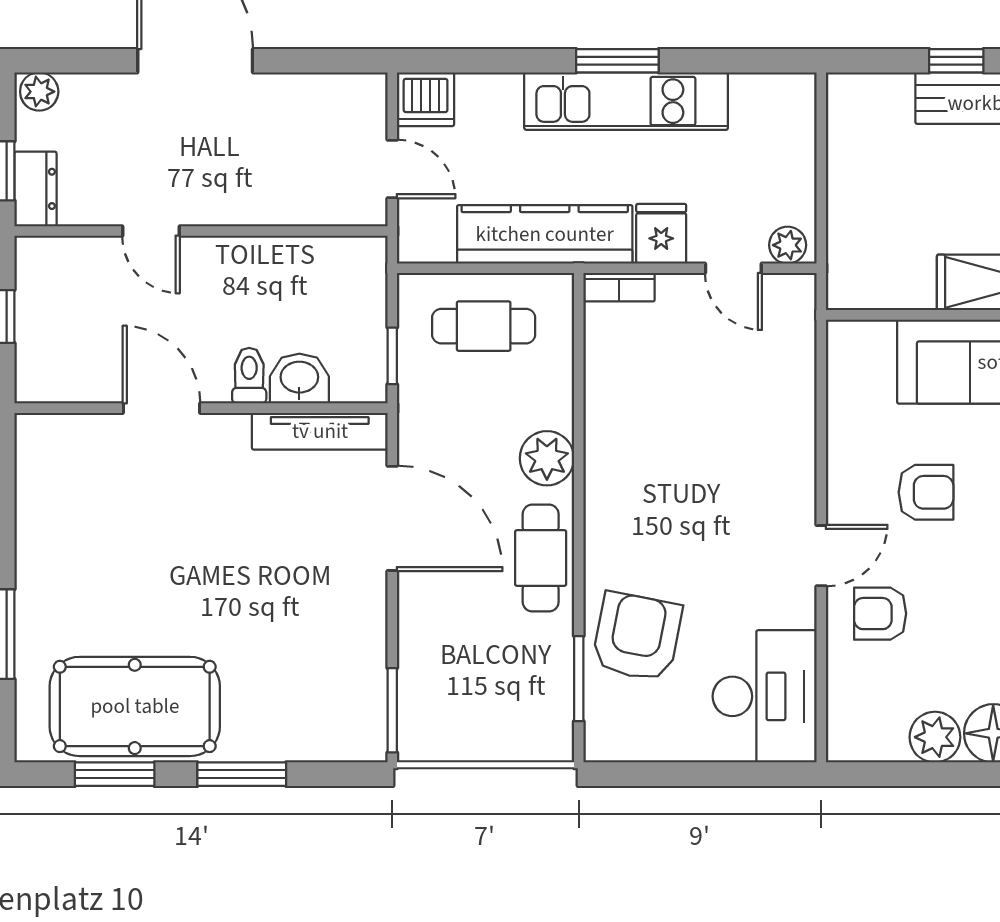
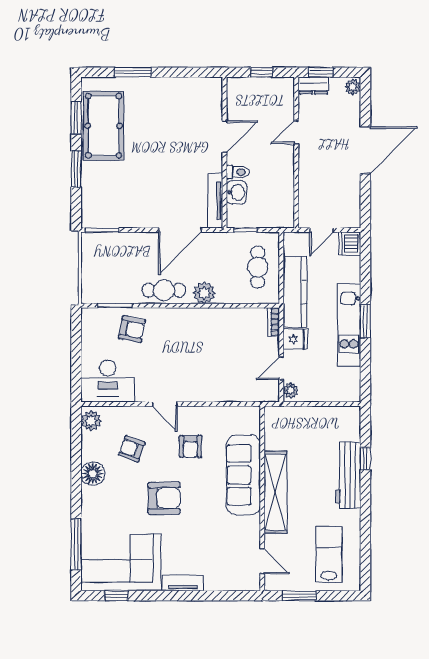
armchair: (880, 614) -> (132, 449), moved, turned -70
armchair: (637, 637) -> (132, 329), width x0.72, depth x0.72
plant: (935, 737) -> (91, 421), moved

